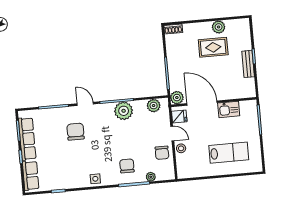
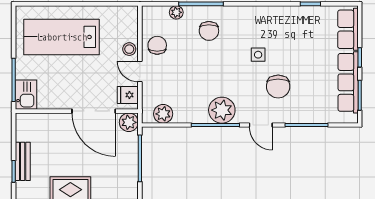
kitchen sink: (229, 109) -> (26, 95), moved, turned 90
plant: (124, 111) -> (222, 110), moved
lab bench: (229, 153) -> (62, 37), width x1.36, depth x1.39
side table: (95, 179) -> (258, 55), moved

